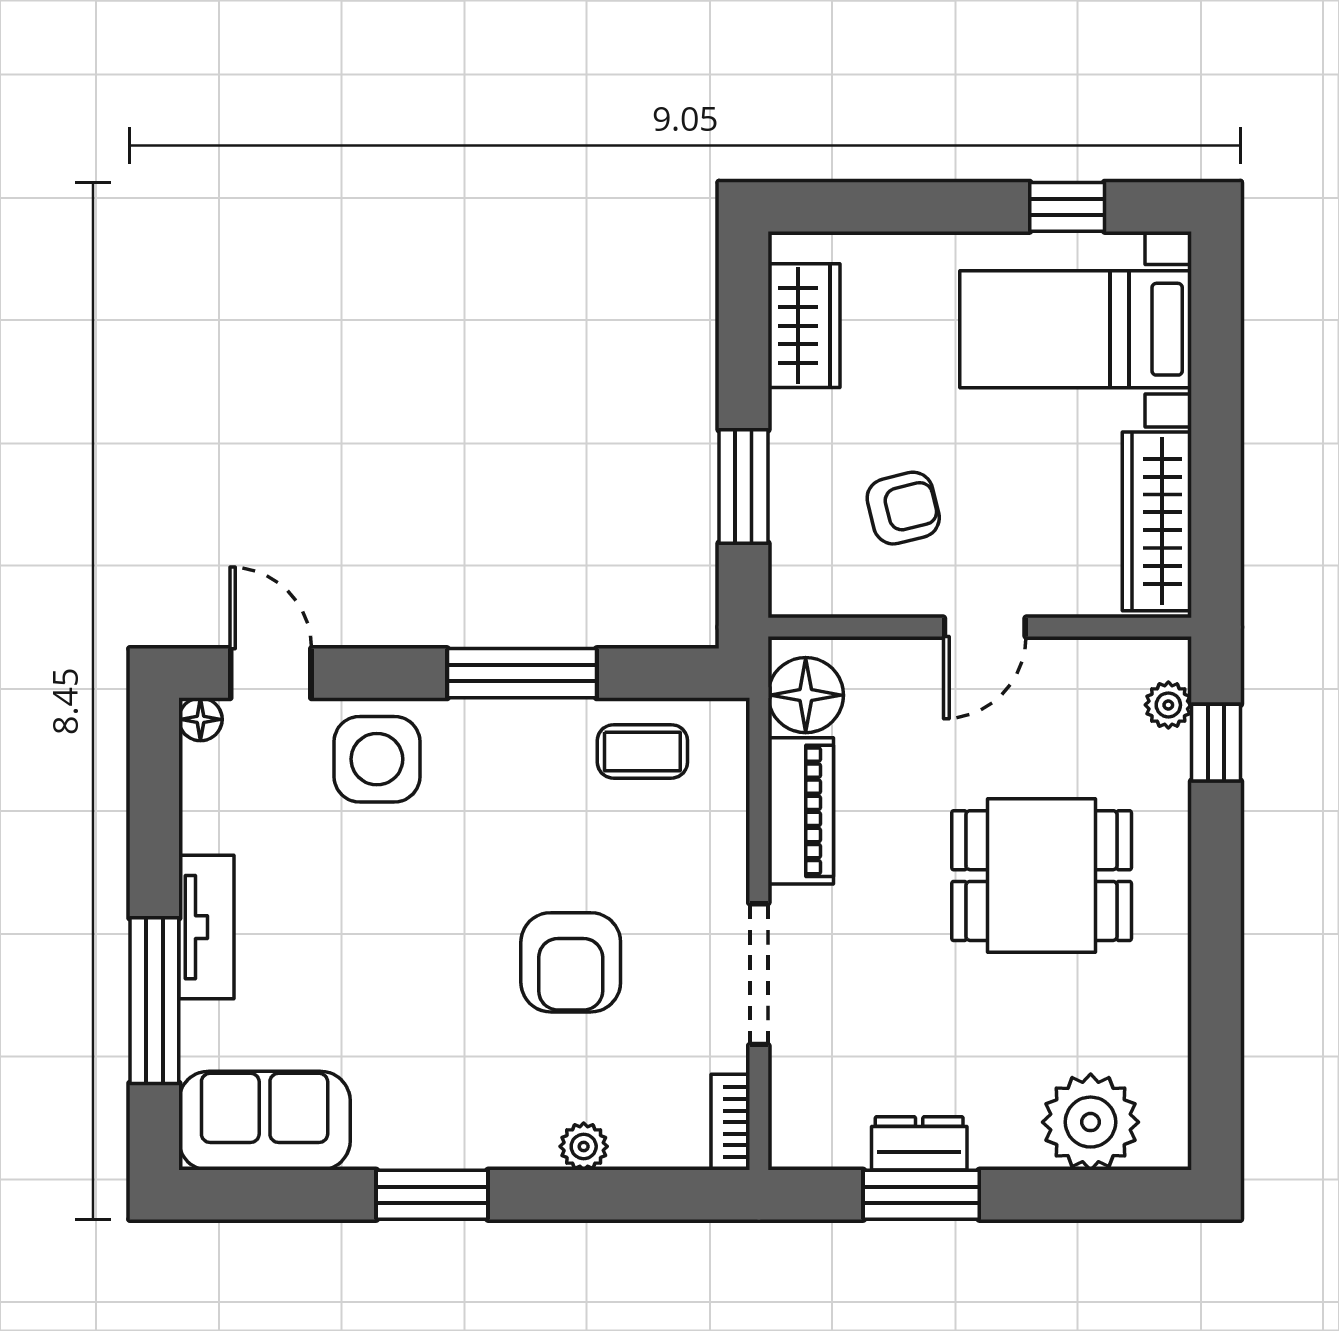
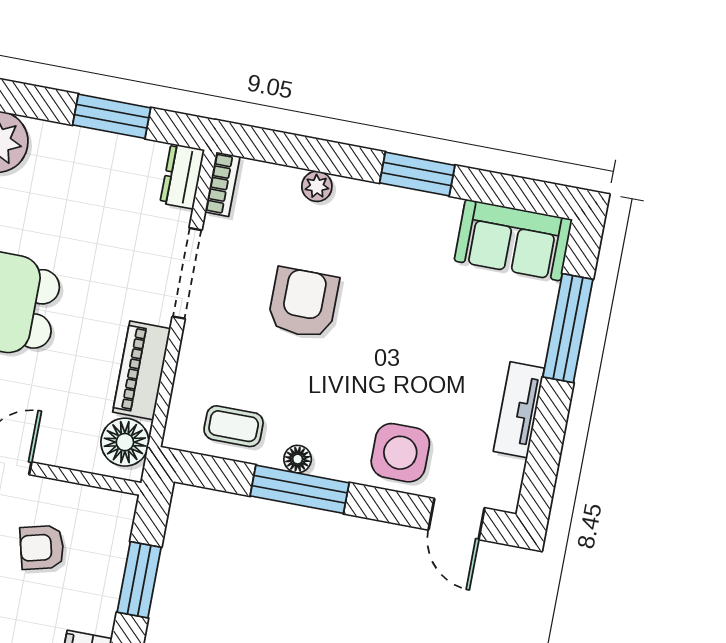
floor lamp: (200, 719) -> (298, 459), moved
tv unit: (206, 927) -> (519, 410), moved
dresser: (919, 1143) -> (182, 176), moved, turned 90

